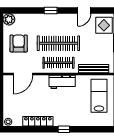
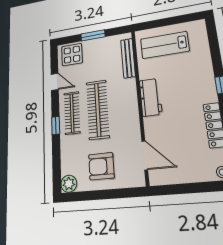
clothes rail: (58, 63) -> (72, 113), moved

